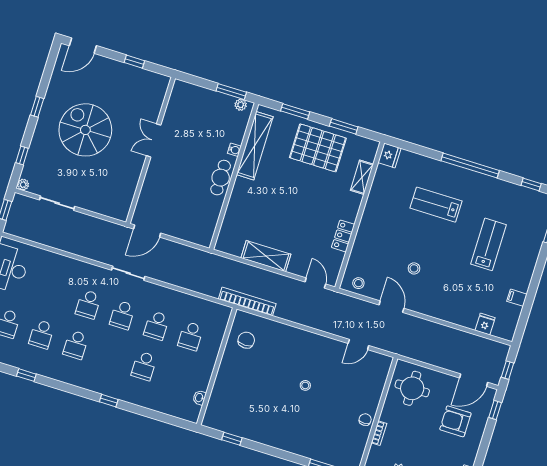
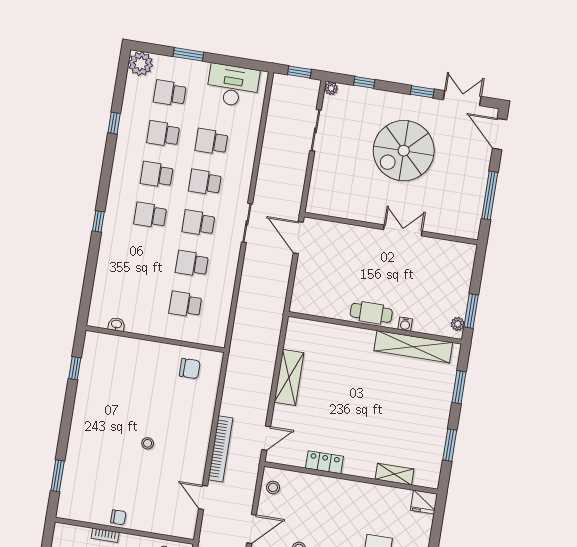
window: (134, 62) -> (490, 195), width x2.17
double door: (47, 73) -> (462, 98), added
spiral stairs: (85, 130) -> (404, 151), turned 180
pallet: (318, 148) -> (421, 419), removed
school desk: (54, 294) -> (211, 142), added
bookcase: (247, 301) -> (220, 449), moved
school desk: (144, 366) -> (150, 215), moved

